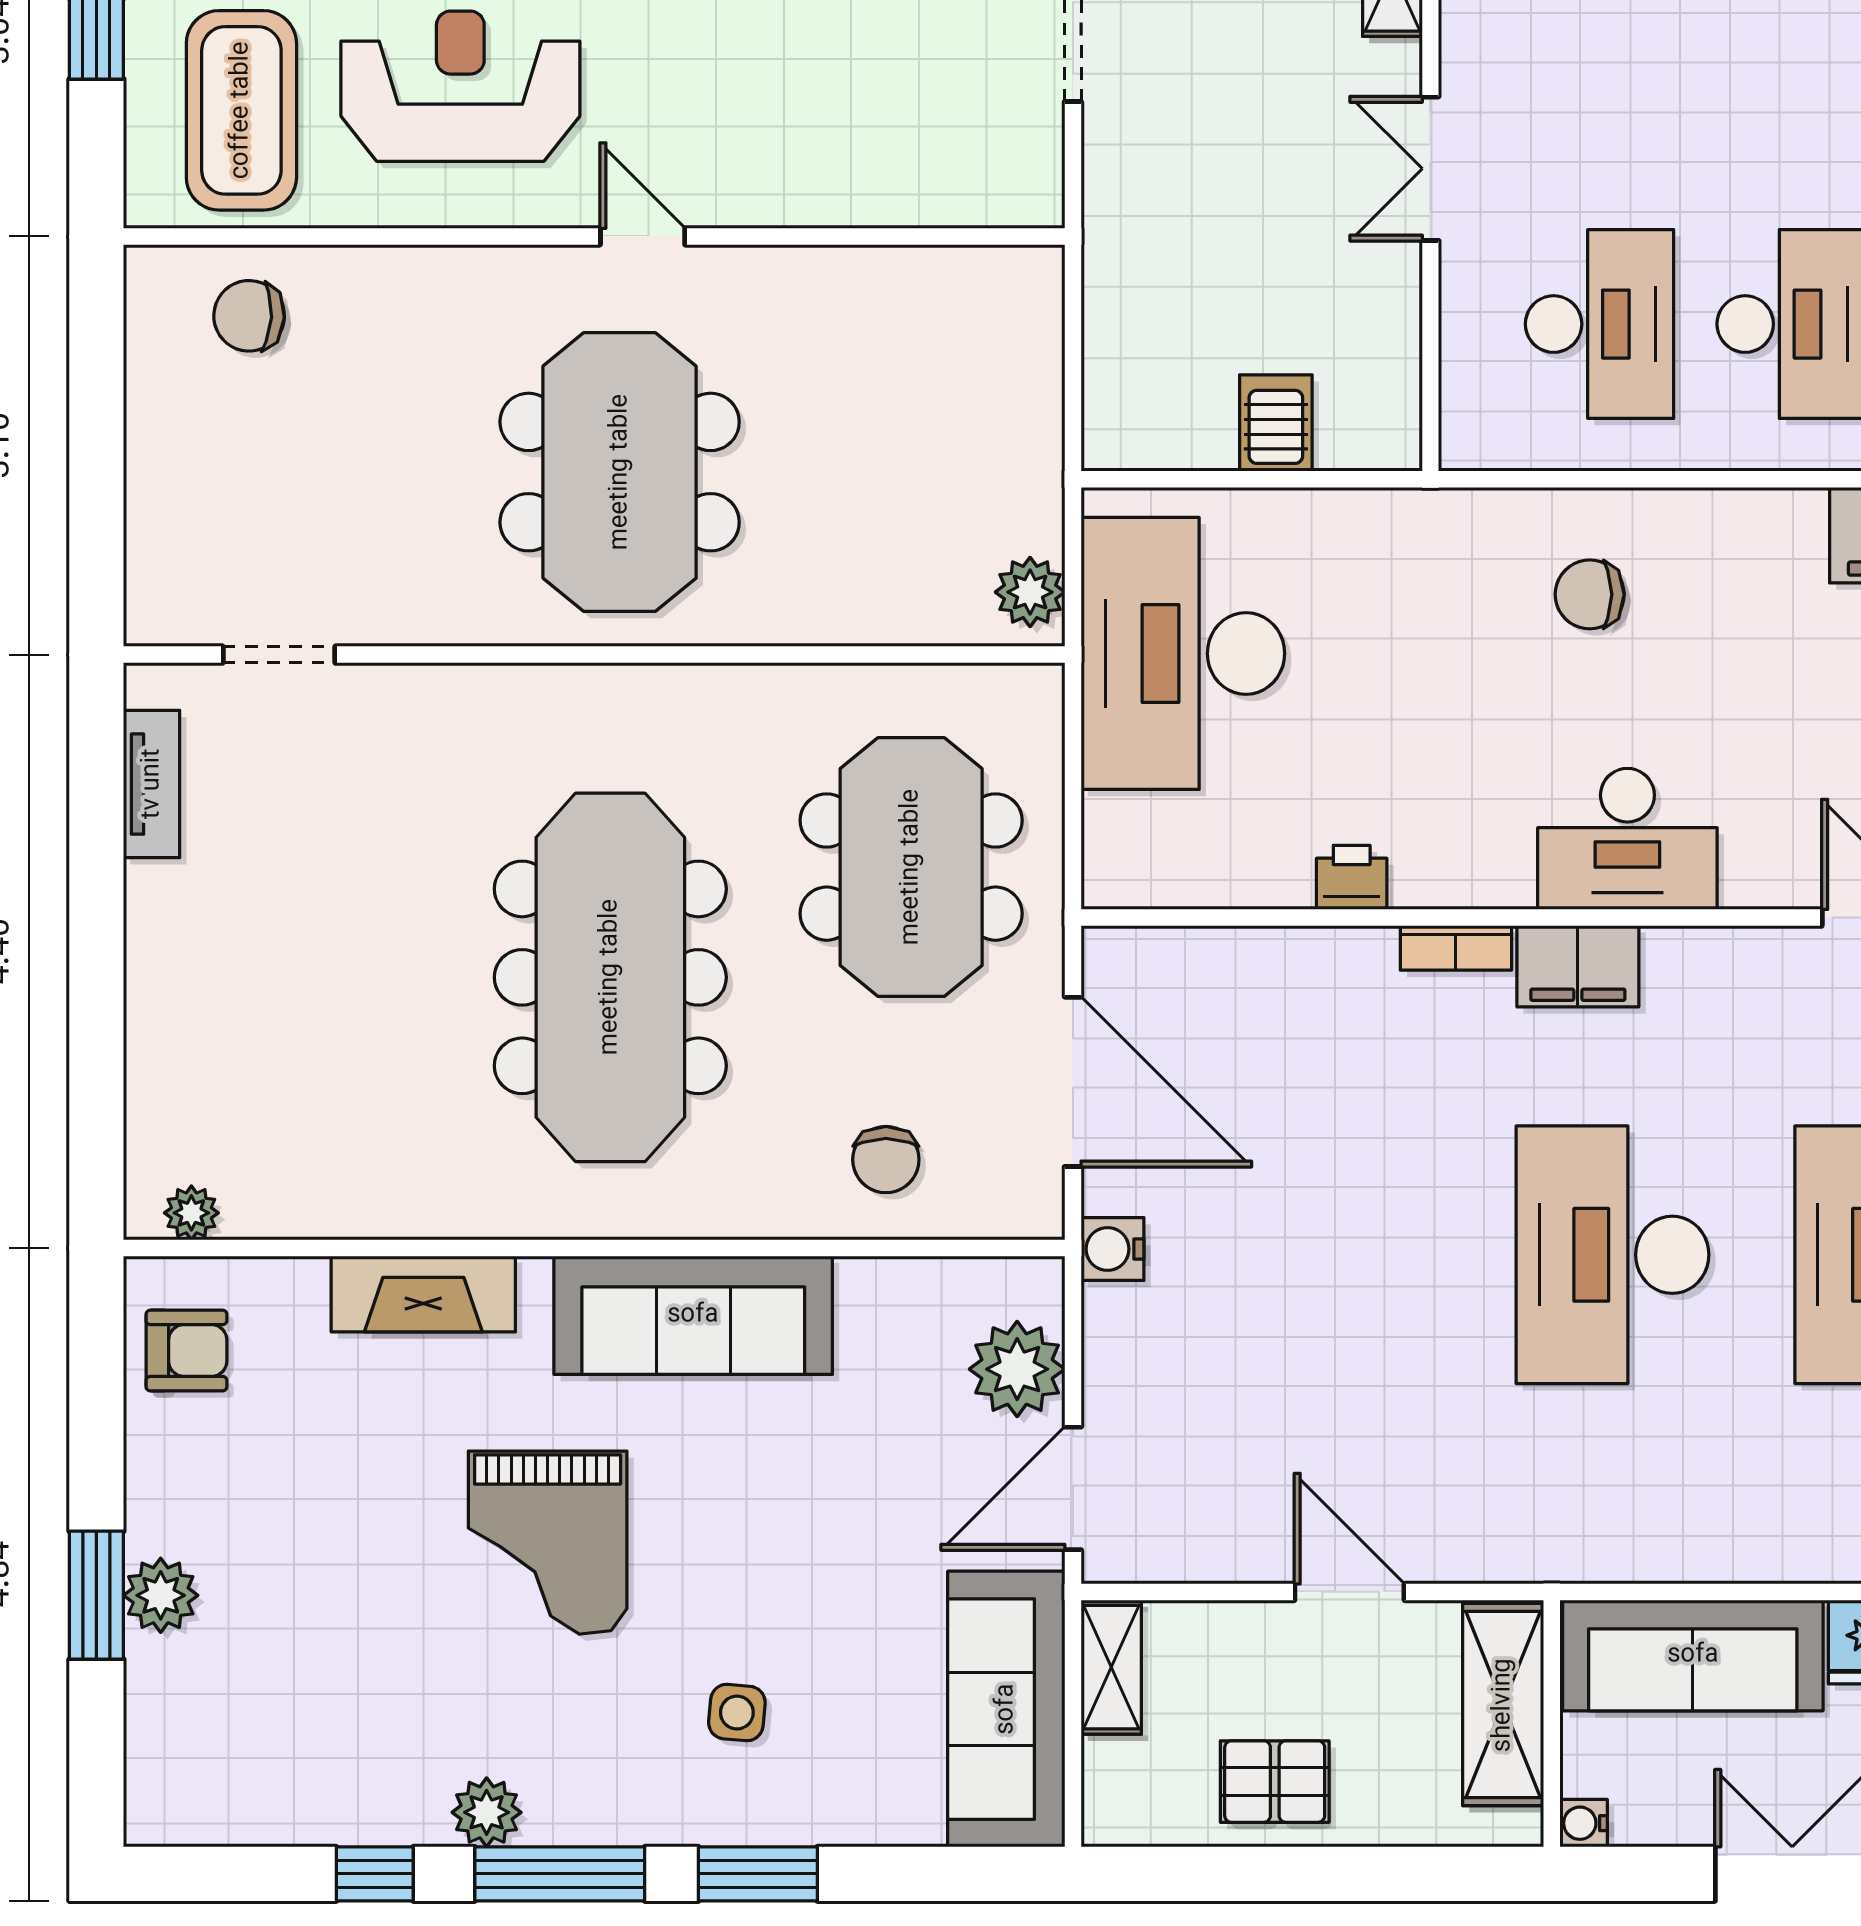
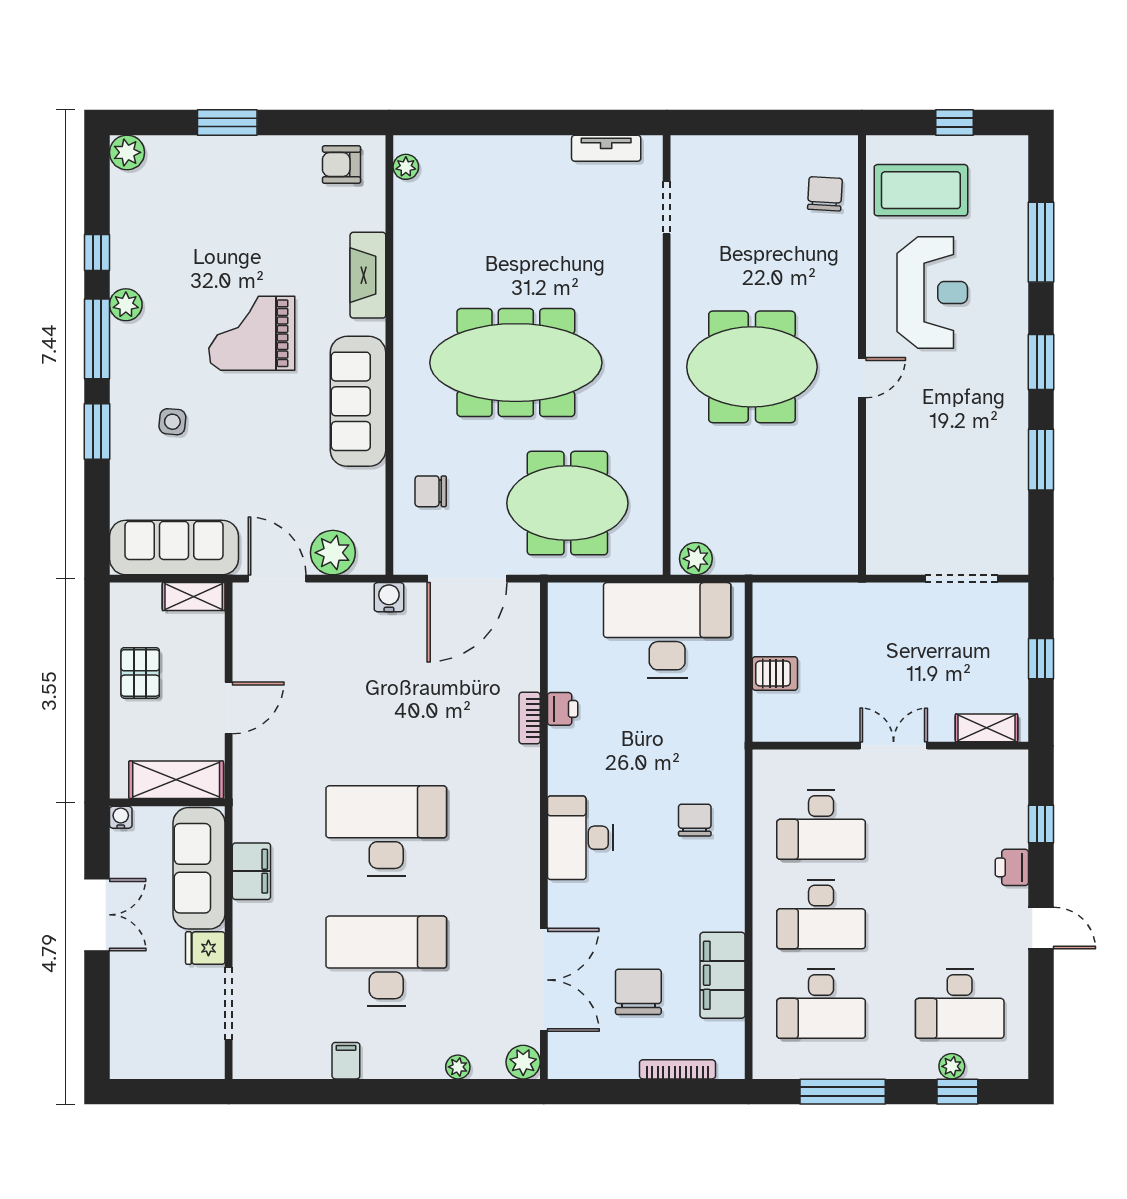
bookcase: (1456, 948) -> (530, 718), moved
filing cabinet: (1578, 966) -> (251, 871), moved, turned 180
armchair: (186, 1351) -> (342, 165), turned 90
plant: (161, 1595) -> (127, 152), moved

